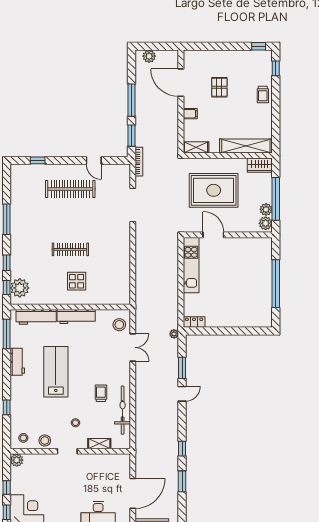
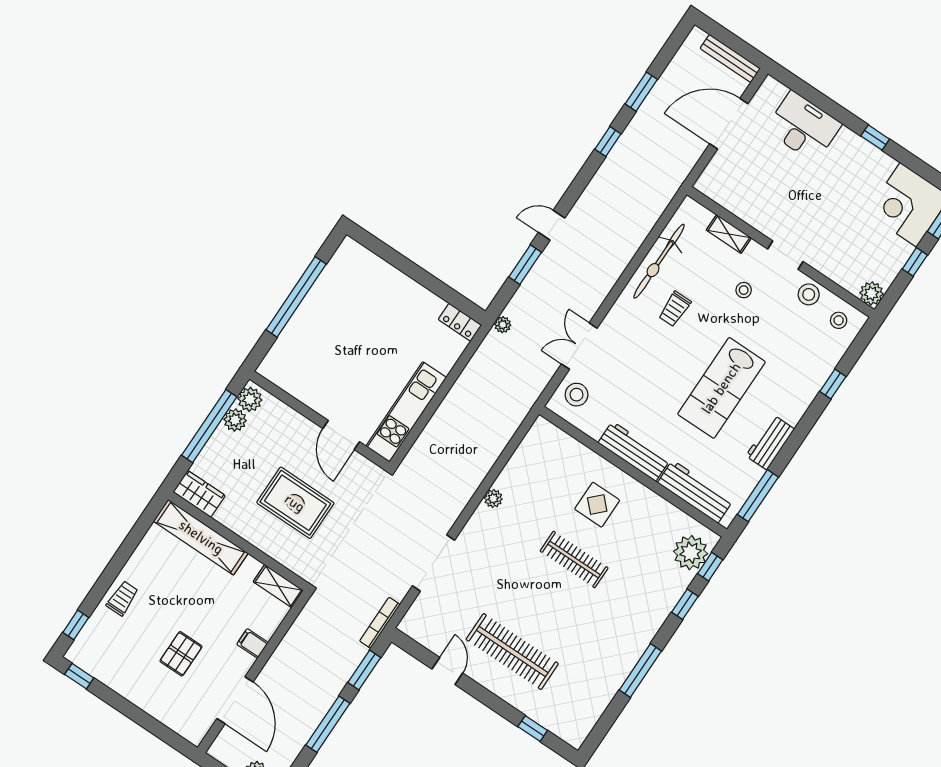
rug: (214, 190) -> (295, 503), width x0.73, depth x0.69
plant: (125, 252) -> (493, 498), added

